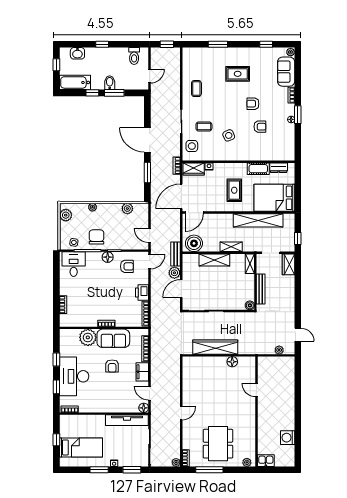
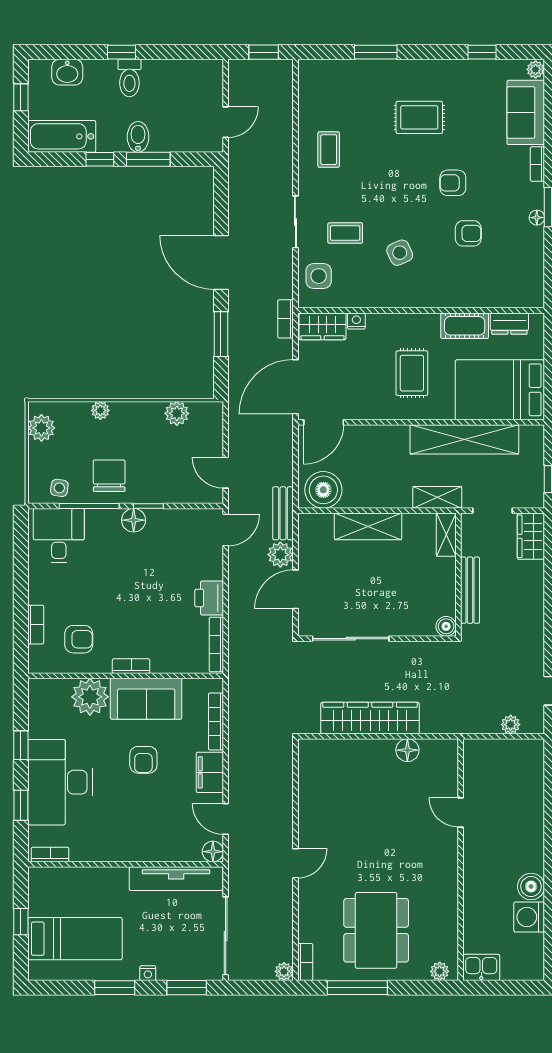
toilet: (134, 56) -> (129, 78), moved
shelving: (231, 247) -> (437, 497), moved
armchair: (127, 266) -> (79, 639), moved
boiler: (288, 424) -> (531, 887), added

